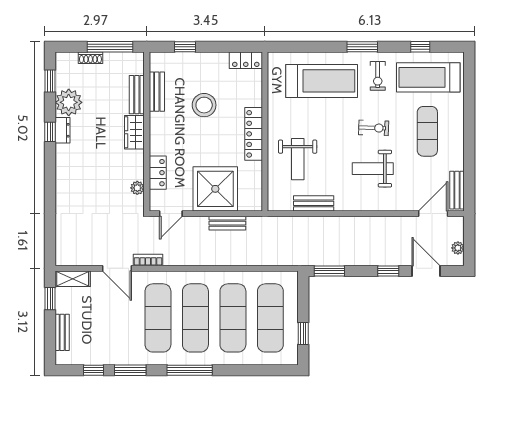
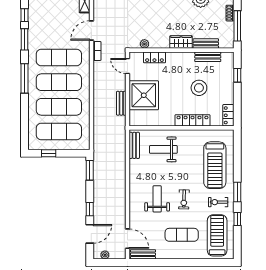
window: (420, 47) -> (237, 219), moved
locker: (254, 134) -> (192, 120), moved
bench: (314, 203) -> (134, 145), moved

